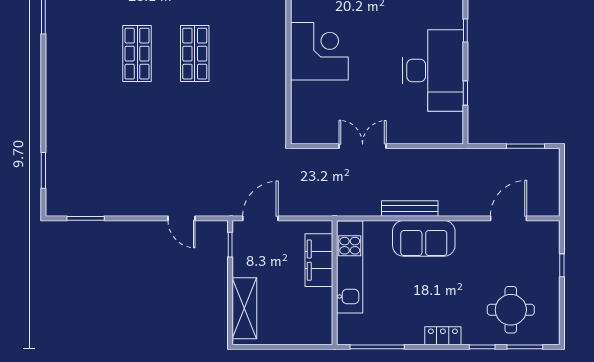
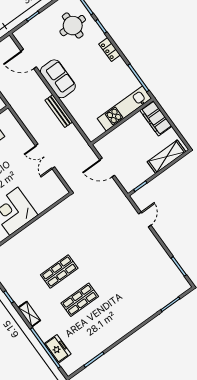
door: (260, 218) -> (107, 168), moved
sofa: (424, 238) -> (58, 79), moved
filing cabinet: (319, 260) -> (156, 118), moved, turned 90
kitchen unit: (350, 267) -> (124, 108), moved

